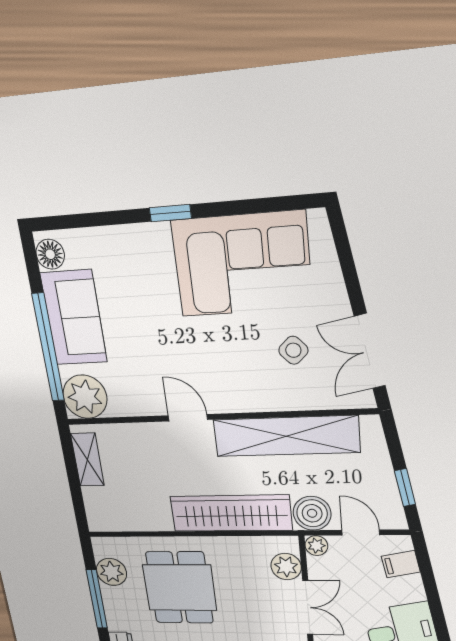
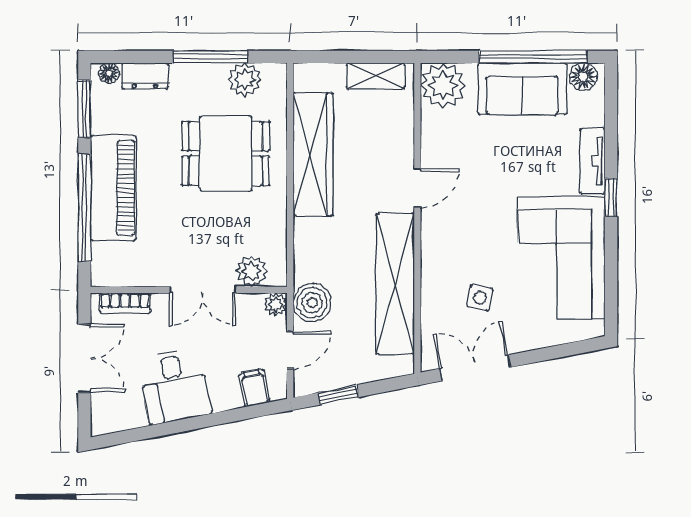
tv unit: (135, 237) -> (592, 161), added
window: (48, 348) -> (533, 57), moved
side table: (293, 350) -> (480, 298), turned -36
wardrobe: (231, 513) -> (313, 154), moved

